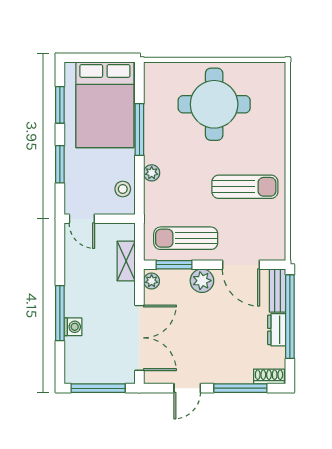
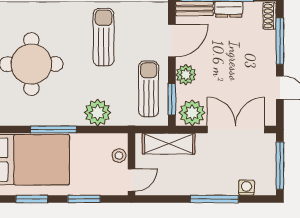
plant: (152, 173) -> (98, 113), width x1.88, depth x1.88
stool: (123, 189) -> (119, 156), moved
sun lounger: (186, 238) -> (149, 89), turned 180
shelving: (126, 261) -> (169, 144), width x1.50, depth x1.33
plant: (152, 281) -> (192, 113), width x1.87, depth x1.87
washing machine: (73, 327) -> (246, 188), moved

